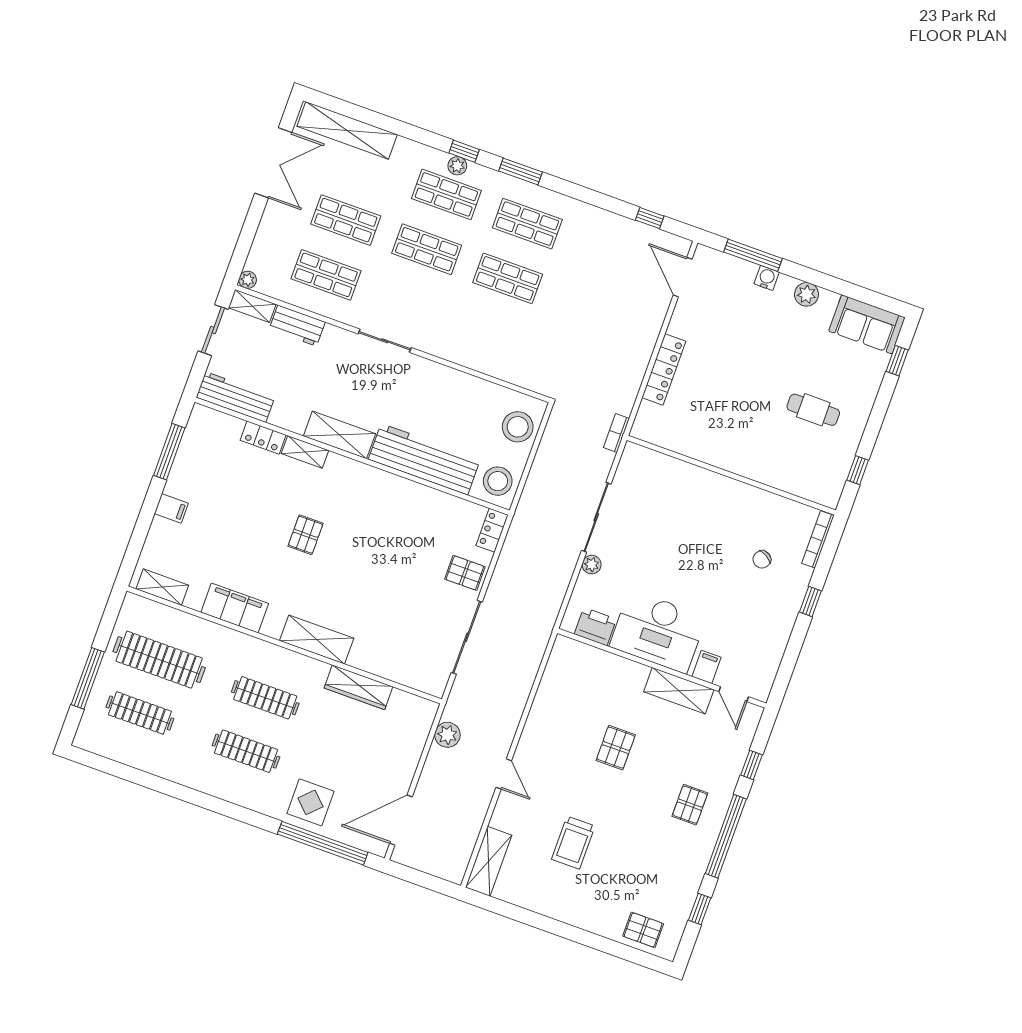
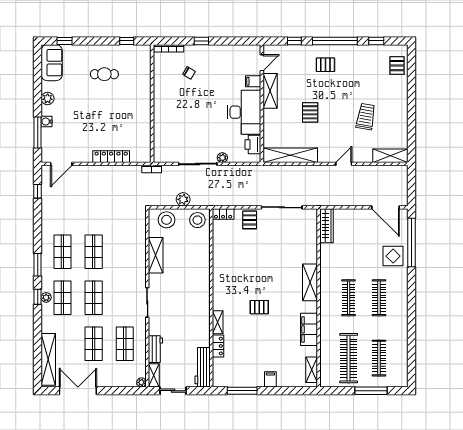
cafe table: (813, 410) -> (104, 74), turned 90
shelving: (339, 435) -> (156, 255), moved
workbench: (424, 459) -> (200, 261), removed
shelving: (553, 685) -> (290, 155), added
wardrobe: (359, 687) -> (326, 226), moved
plant: (447, 735) -> (183, 199), moved
pallet: (616, 748) -> (310, 112), turned 90
trolley: (573, 843) -> (366, 117), turned -80

